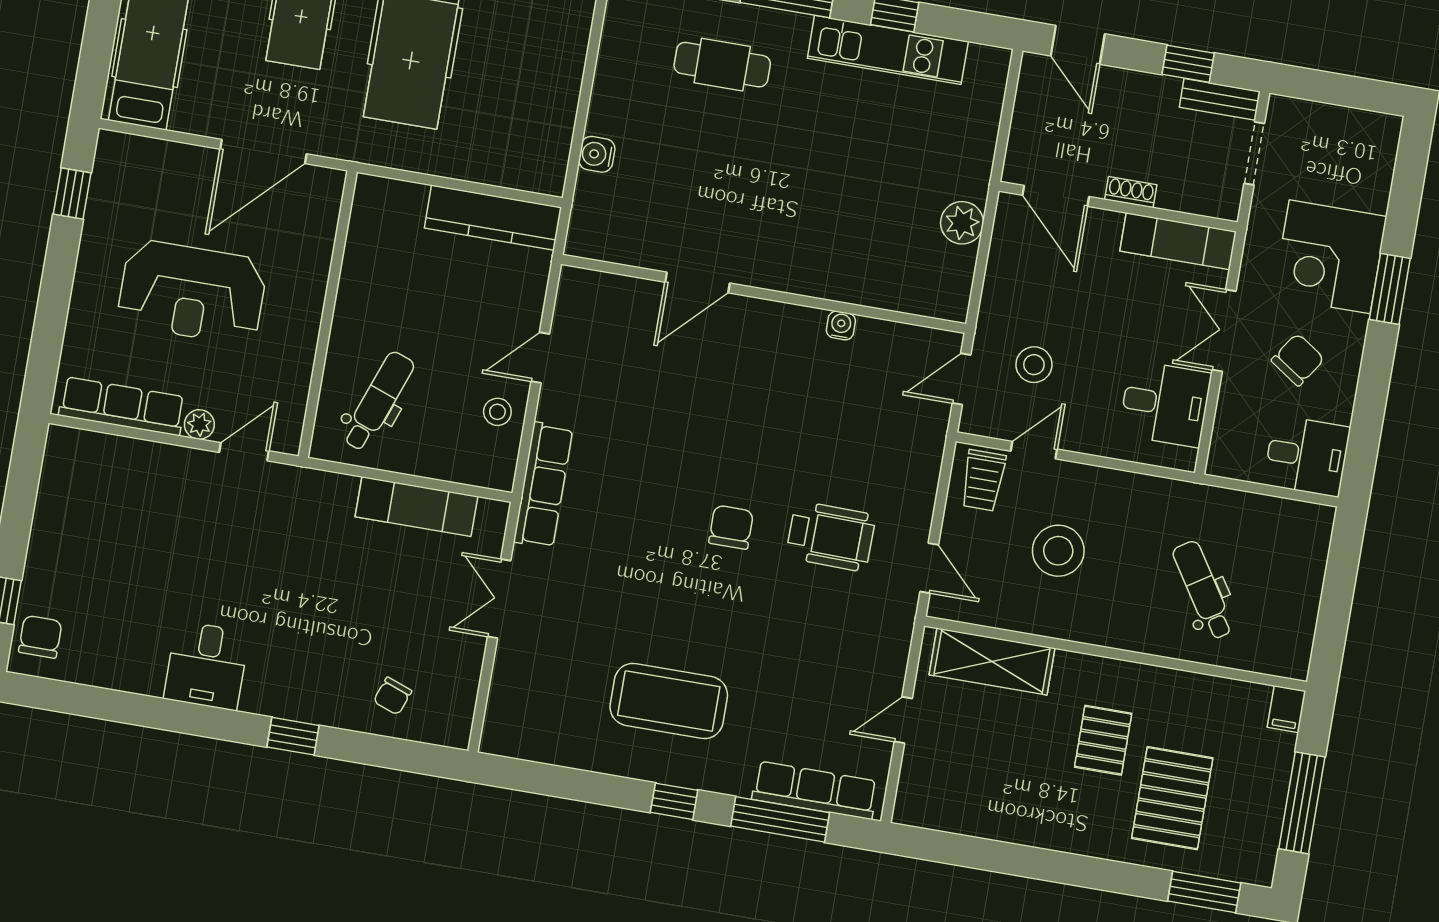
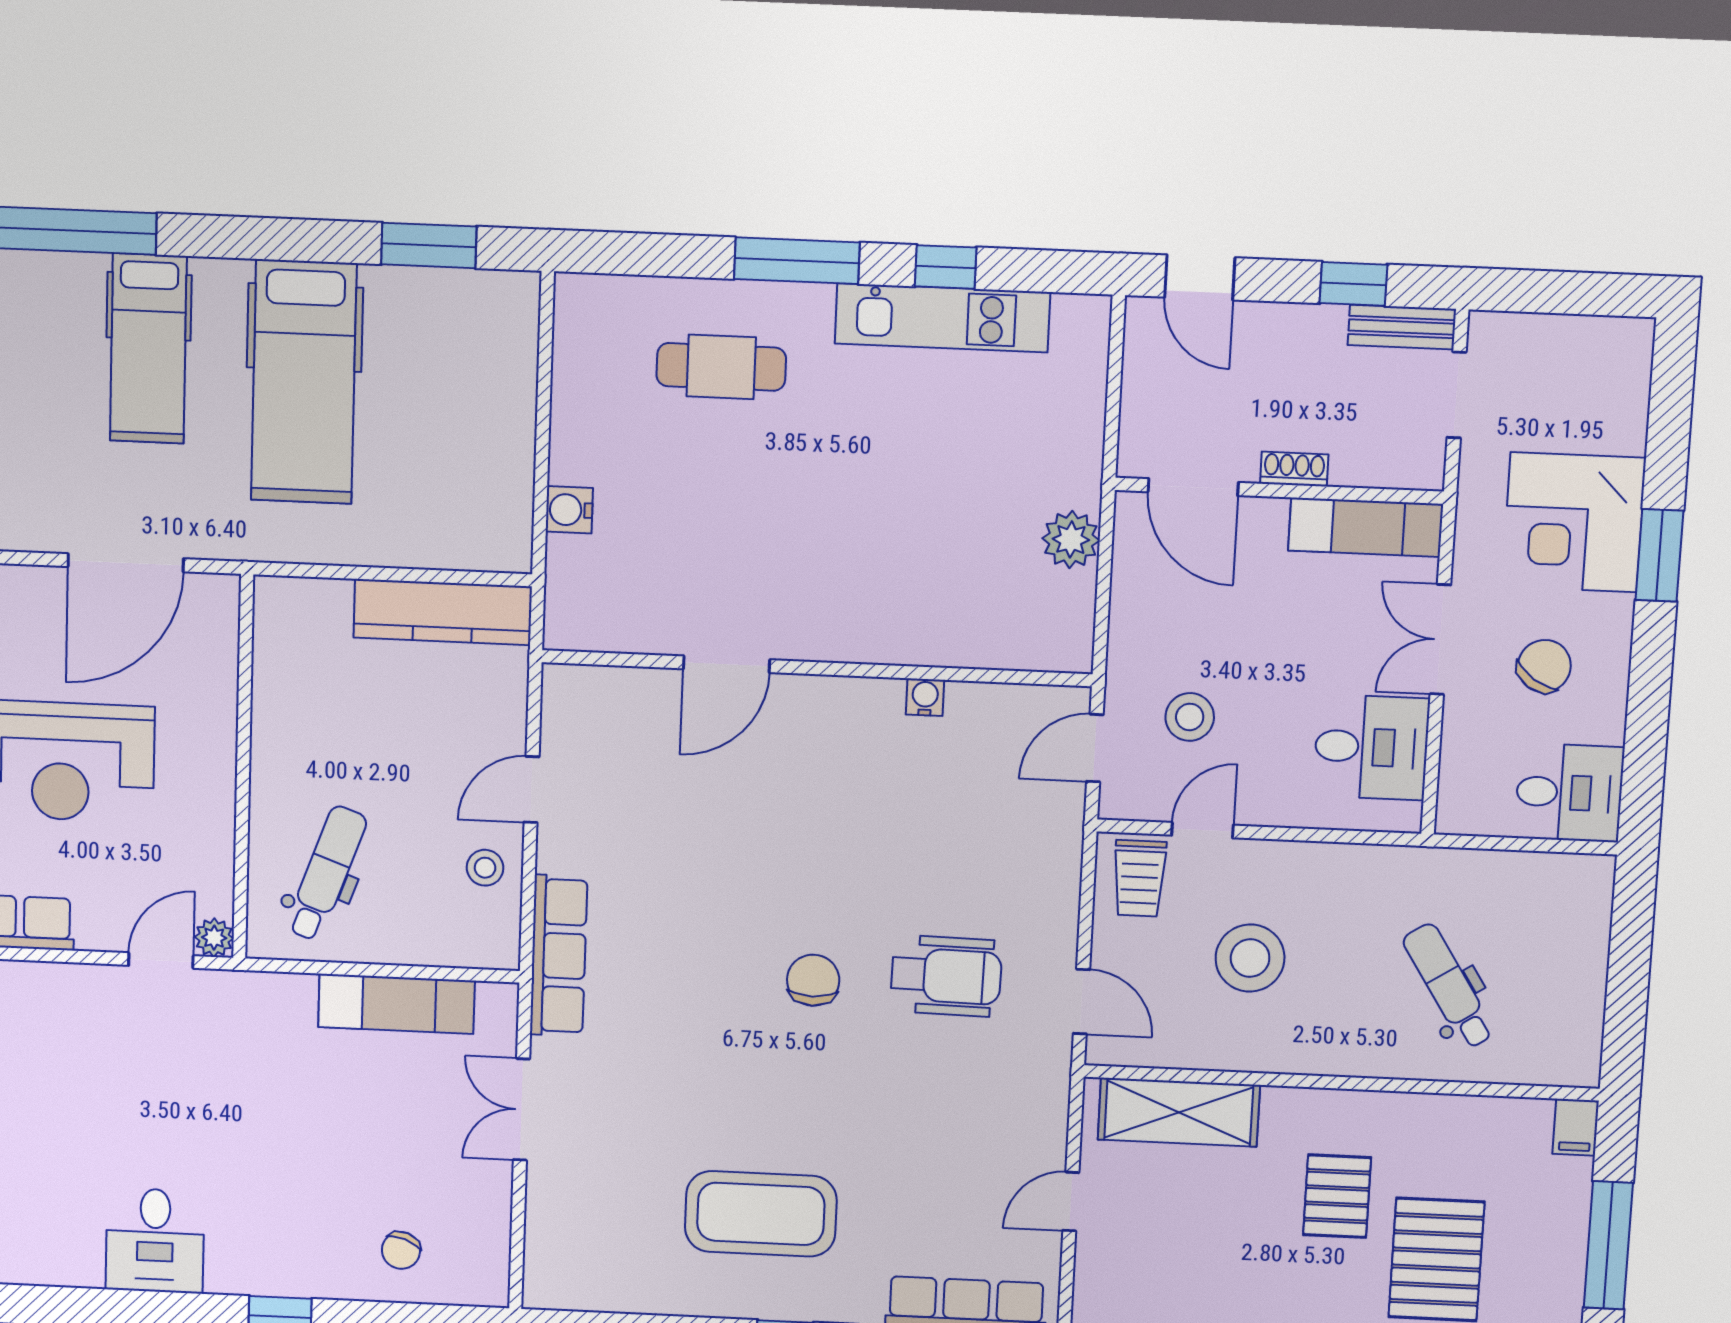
plant: (199, 424) -> (214, 938), moved

